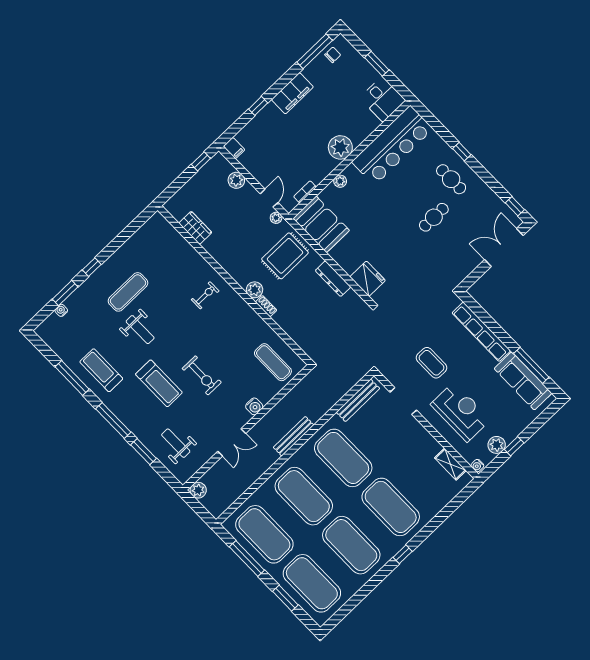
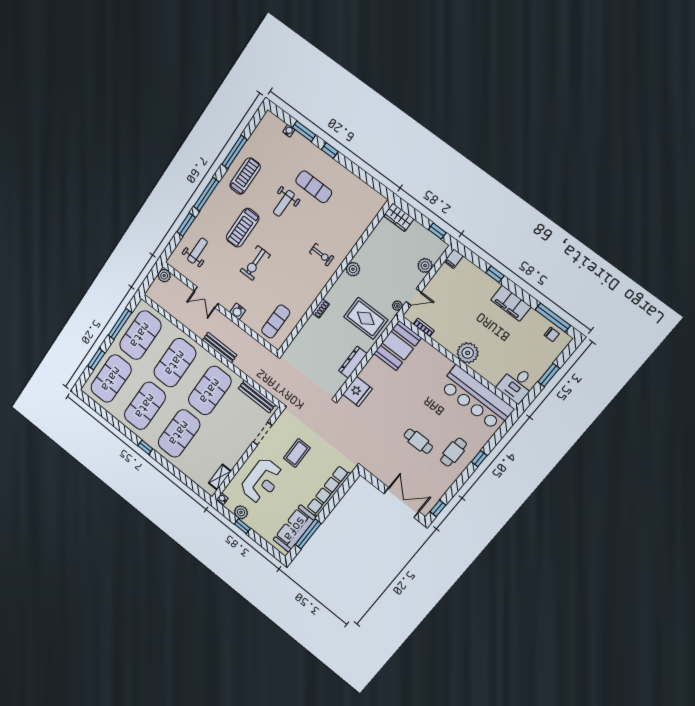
plant: (340, 181) -> (438, 357), removed
wardrobe: (195, 228) -> (399, 217), moved, turned 90
plant: (255, 290) -> (353, 269), moved

